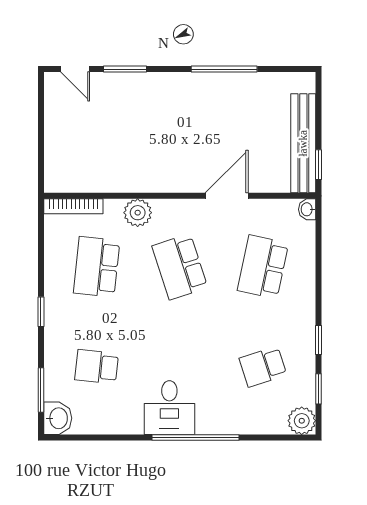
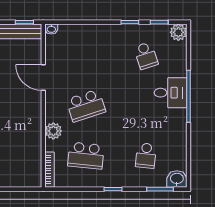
school desk: (263, 267) -> (86, 56), removed
desk: (169, 408) -> (171, 93), moved

